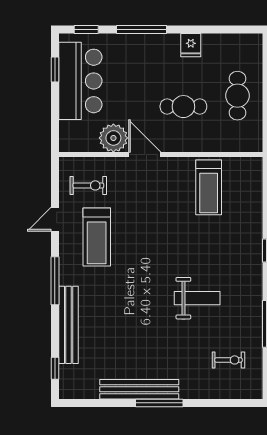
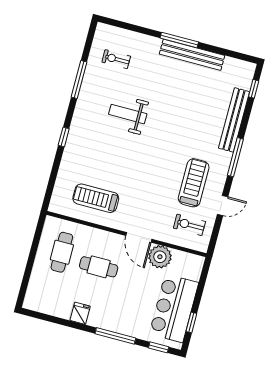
cafe table: (237, 96) -> (62, 252), moved
treadmill: (209, 187) -> (96, 198), turned -90

